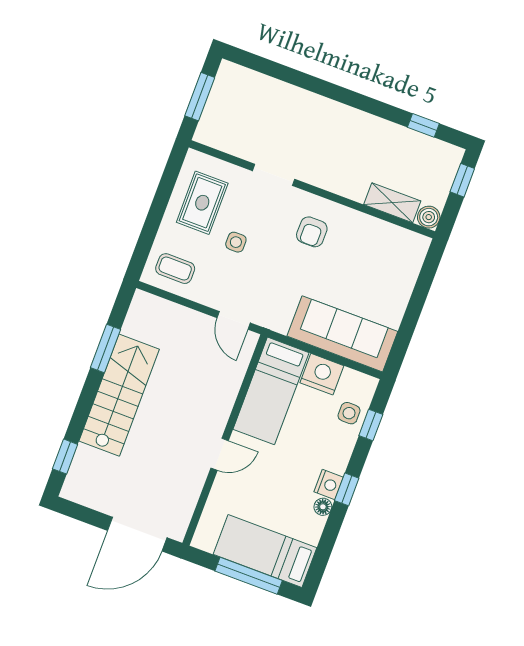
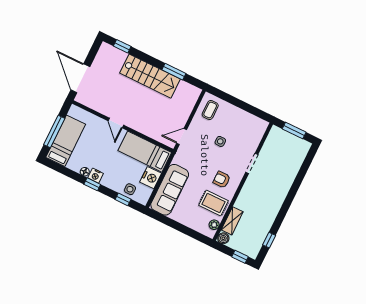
rug: (202, 203) -> (213, 203), moved
plant: (403, 238) -> (214, 225), added

